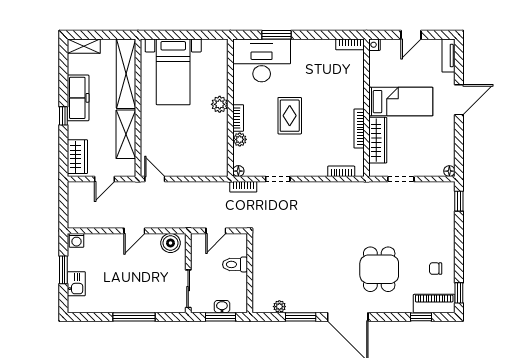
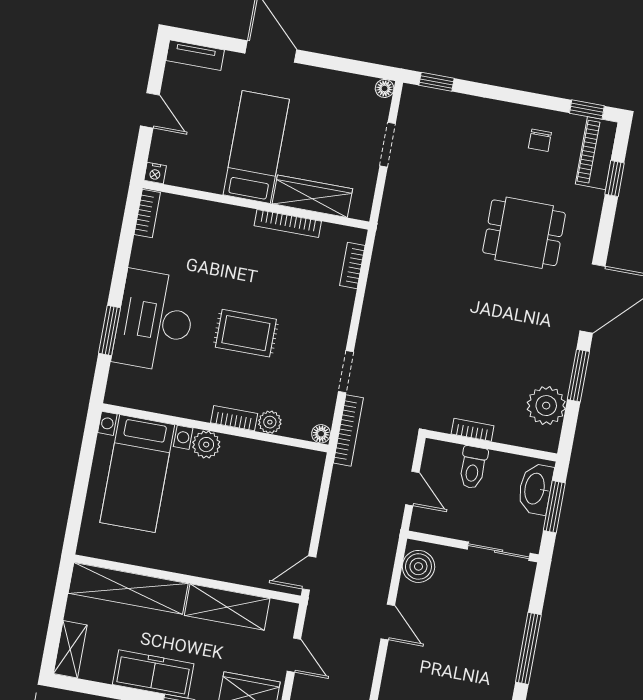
desk: (262, 60) -> (155, 321), moved
bed with nightstands: (173, 72) -> (137, 474), moved, turned 90
doorway: (401, 179) -> (388, 145), moved
bookcase: (243, 187) -> (348, 430), width x1.56
bookcase: (257, 260) -> (473, 430), added
washbasin: (222, 307) -> (535, 489), width x1.91, depth x1.45
plant: (279, 307) -> (546, 406), width x1.88, depth x1.88

